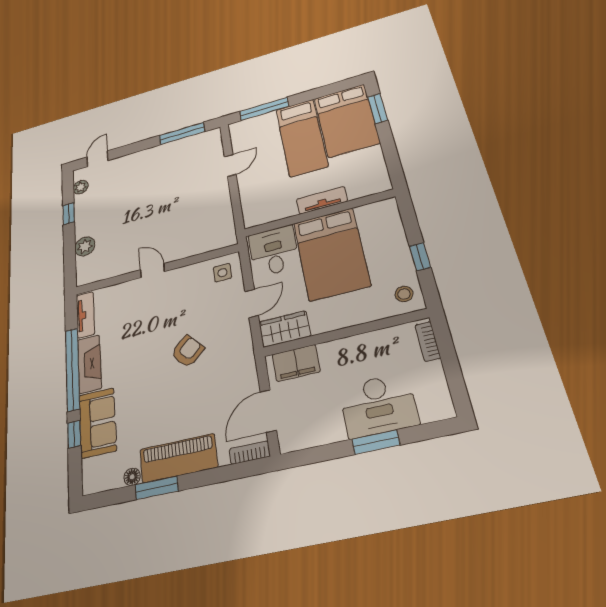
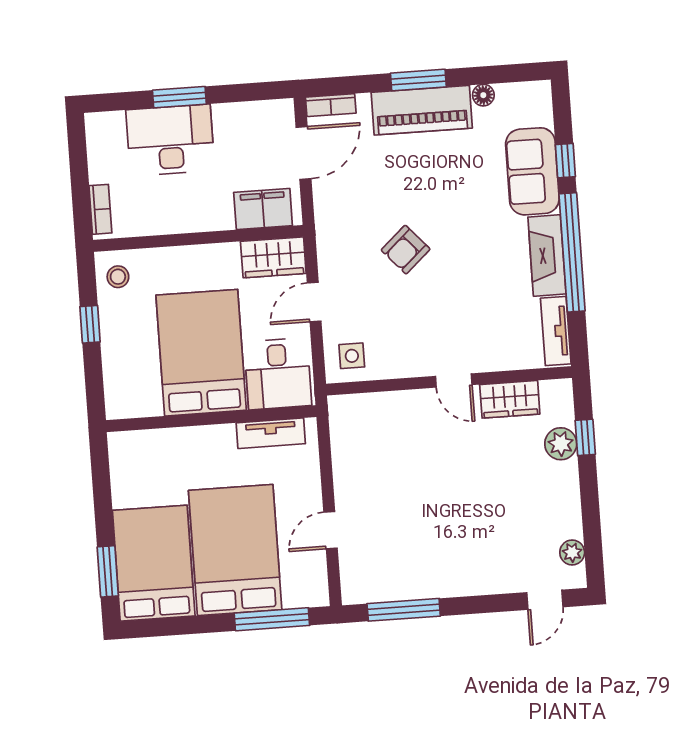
bed: (302, 137) -> (235, 550), width x1.50
tv unit: (322, 200) -> (271, 433), moved
window: (69, 214) -> (585, 437), moved
wardrobe: (116, 266) -> (510, 399), added
window: (157, 488) -> (418, 80), moved

